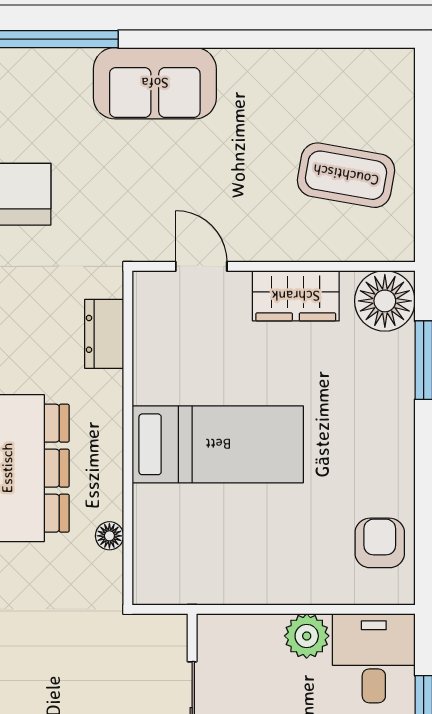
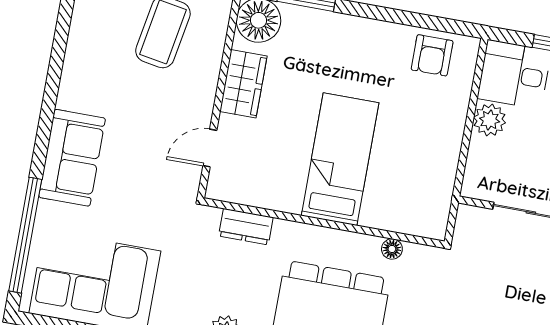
armchair: (380, 543) -> (432, 55), turned -90

